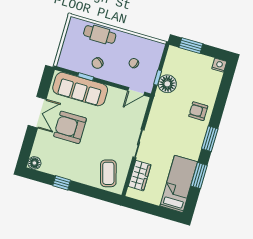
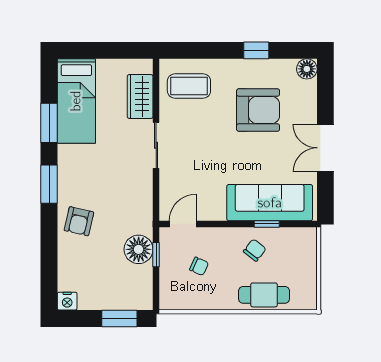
armchair: (198, 111) -> (79, 221), turned 103
armchair: (70, 127) -> (258, 110), moved
coffee table: (108, 173) -> (189, 86), turned -74

